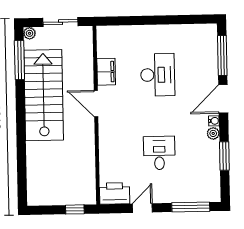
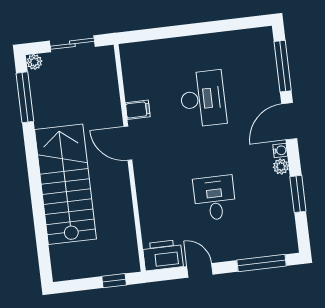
filing cabinet: (106, 72) -> (138, 110), width x0.50
stairs: (44, 95) -> (66, 184), moved
door: (142, 208) -> (200, 270), hinge flipped

